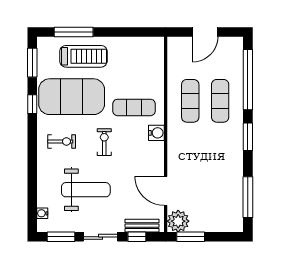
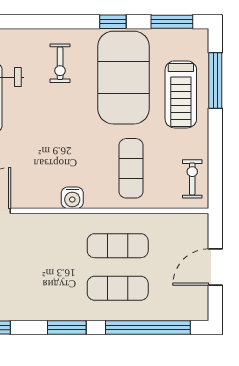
door: (205, 32) -> (215, 267), hinge flipped
exercise mat: (134, 107) -> (131, 168), moved
exercise bike: (104, 142) -> (192, 179), moved, turned -90

